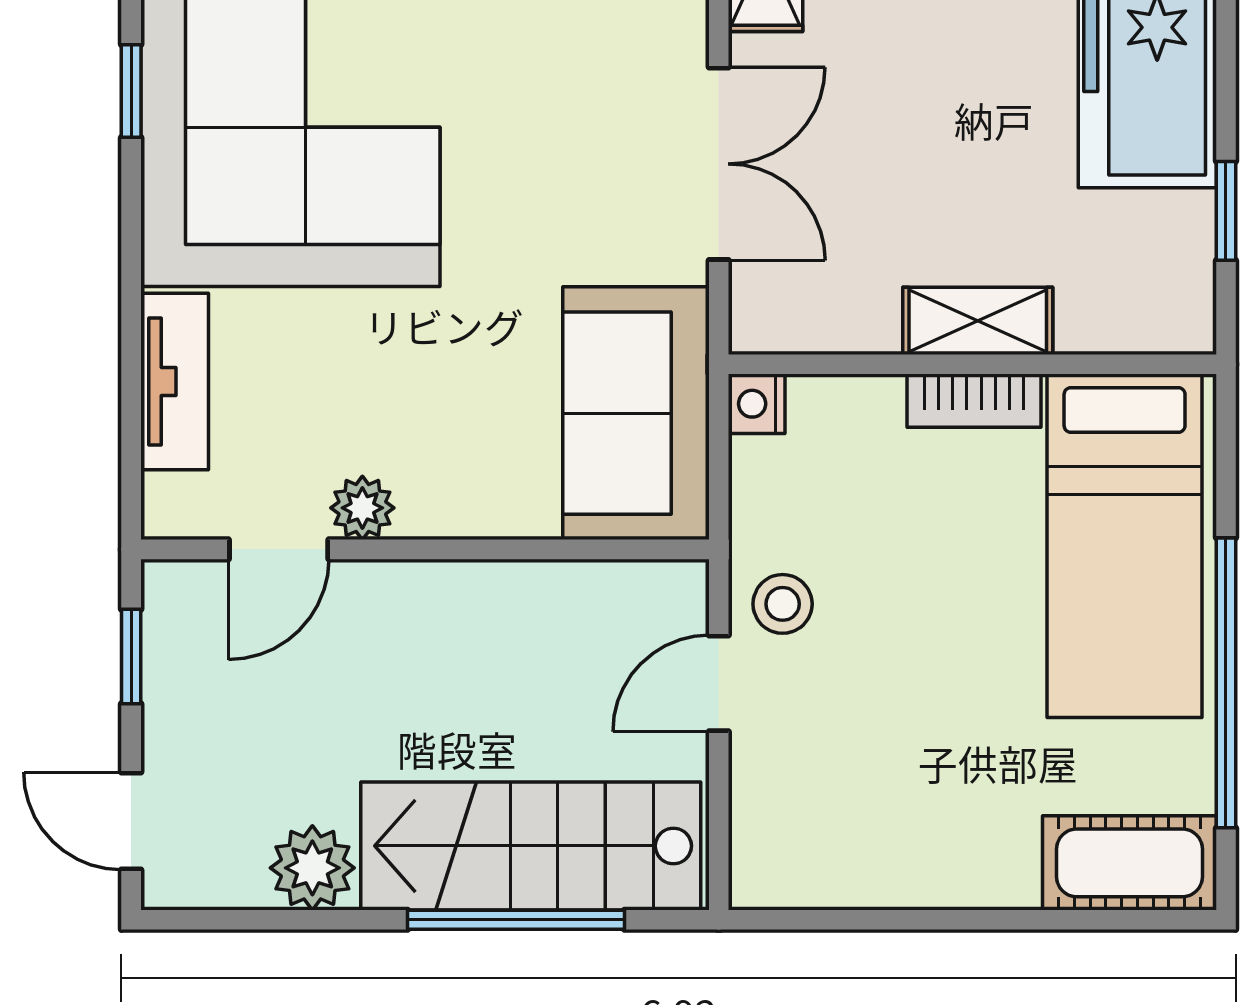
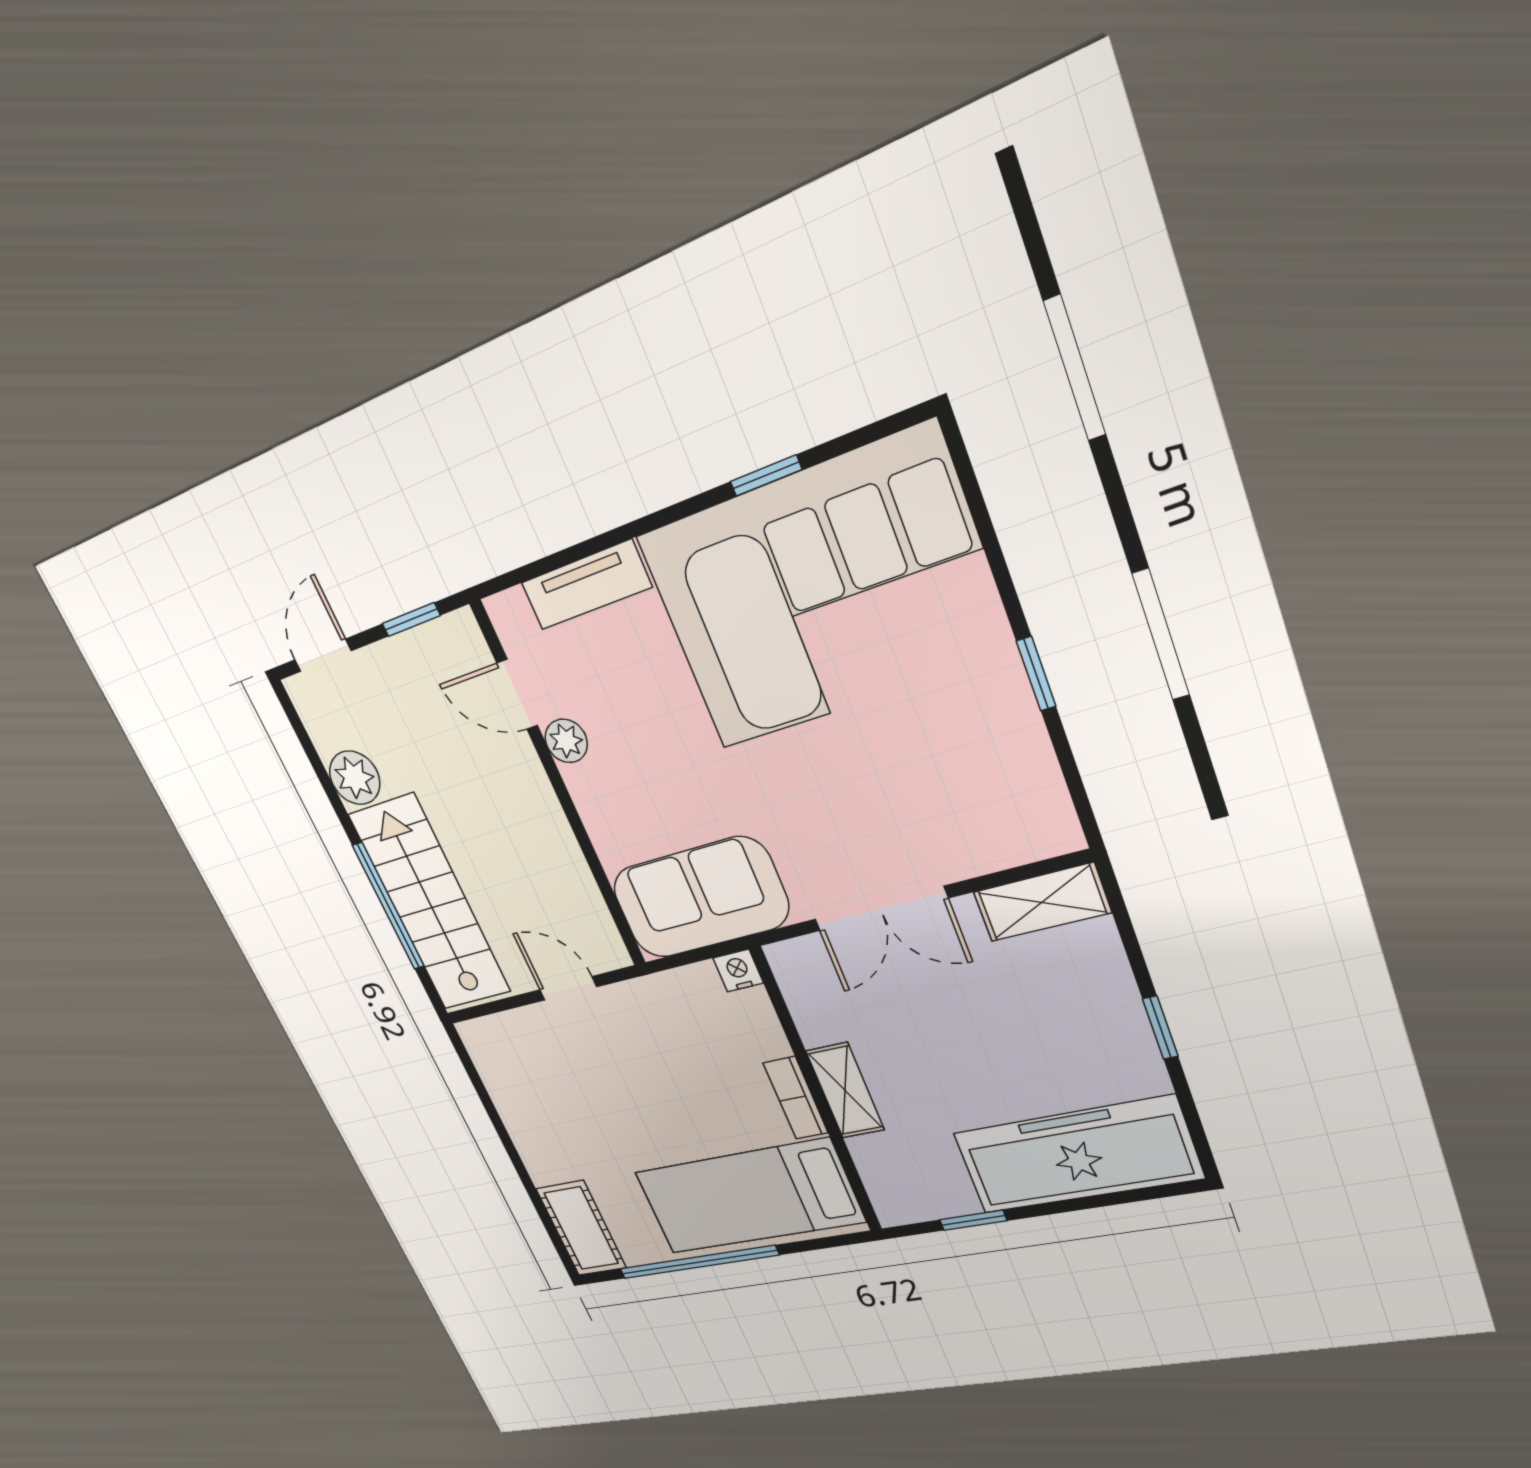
stool: (783, 604) -> (629, 1014), removed

